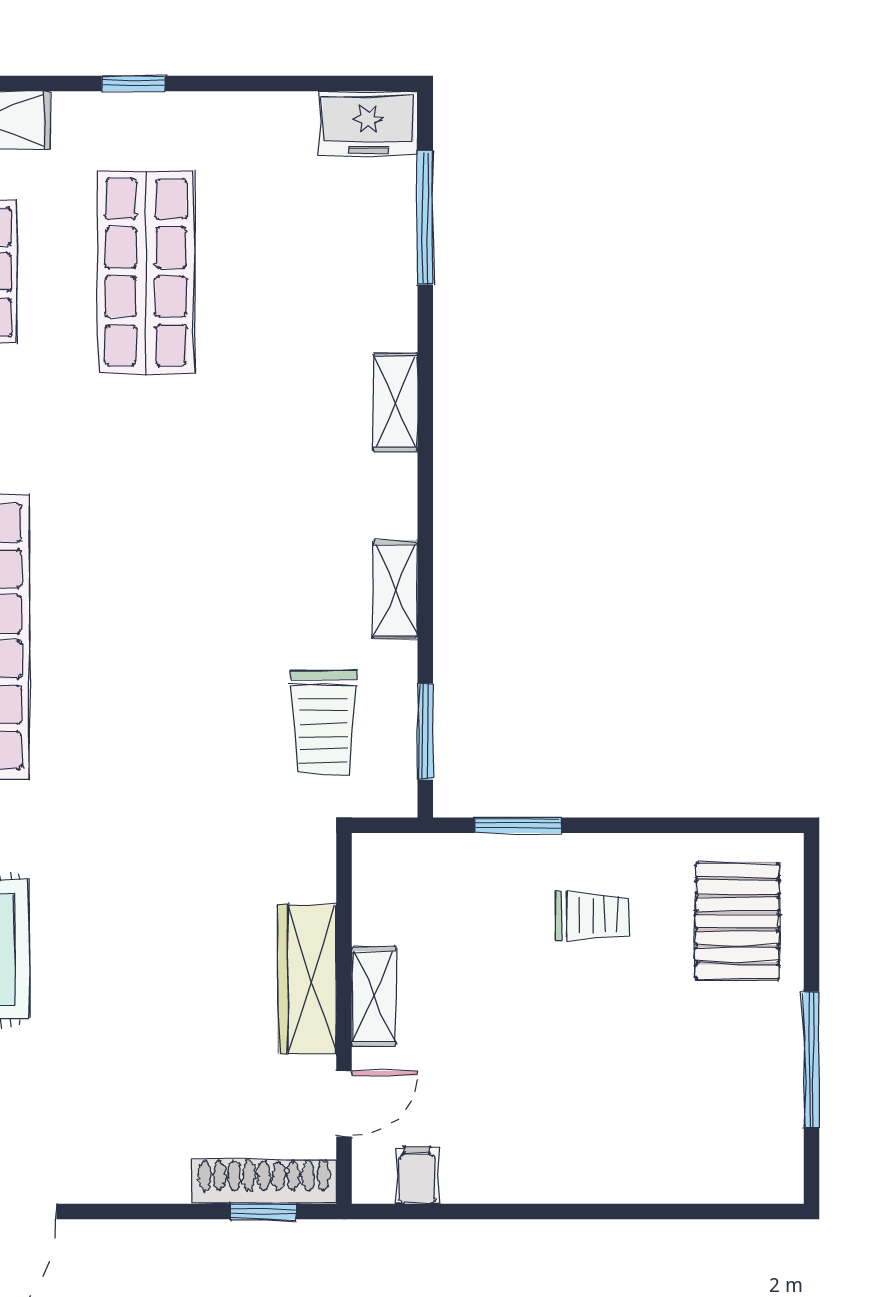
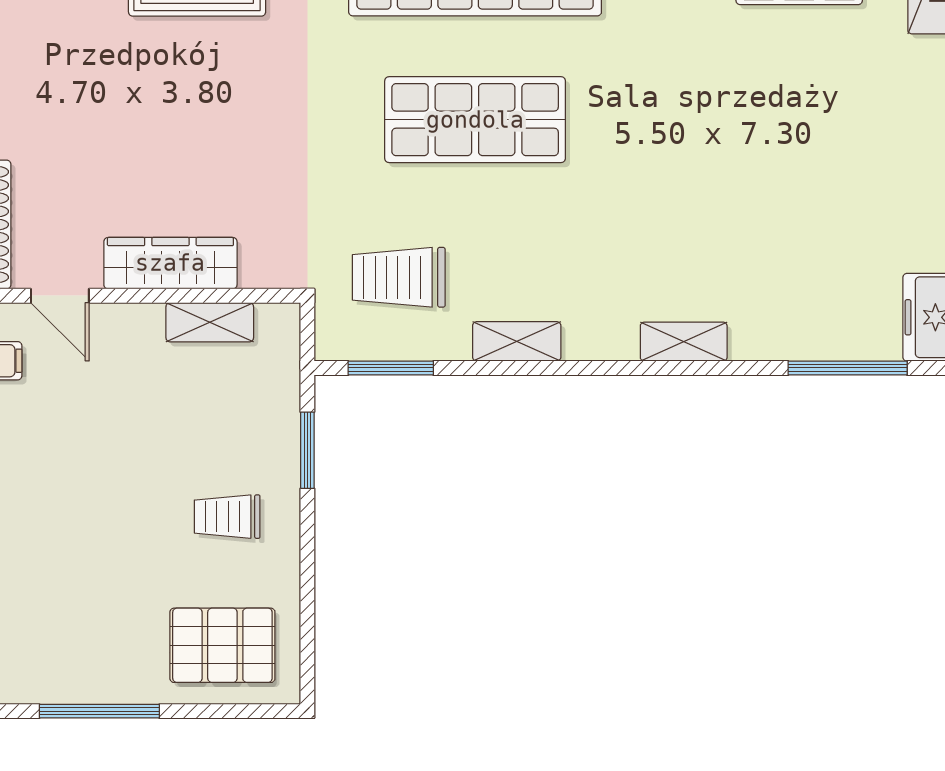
shop shelf: (146, 272) -> (475, 120), moved
trolley: (593, 916) -> (227, 517), turned 90
shelving: (374, 996) -> (210, 322), moved

